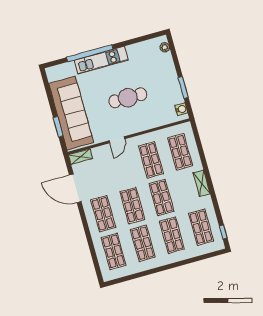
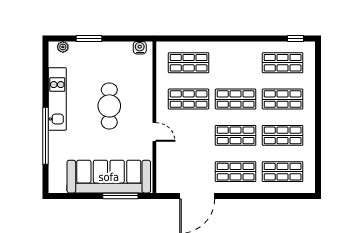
kitchen unit: (101, 60) -> (57, 99), moved
window: (183, 87) -> (89, 38), moved
window: (58, 127) -> (120, 196), width x1.44
shelving: (80, 157) -> (162, 180), removed
shelving: (202, 183) -> (232, 48), removed

